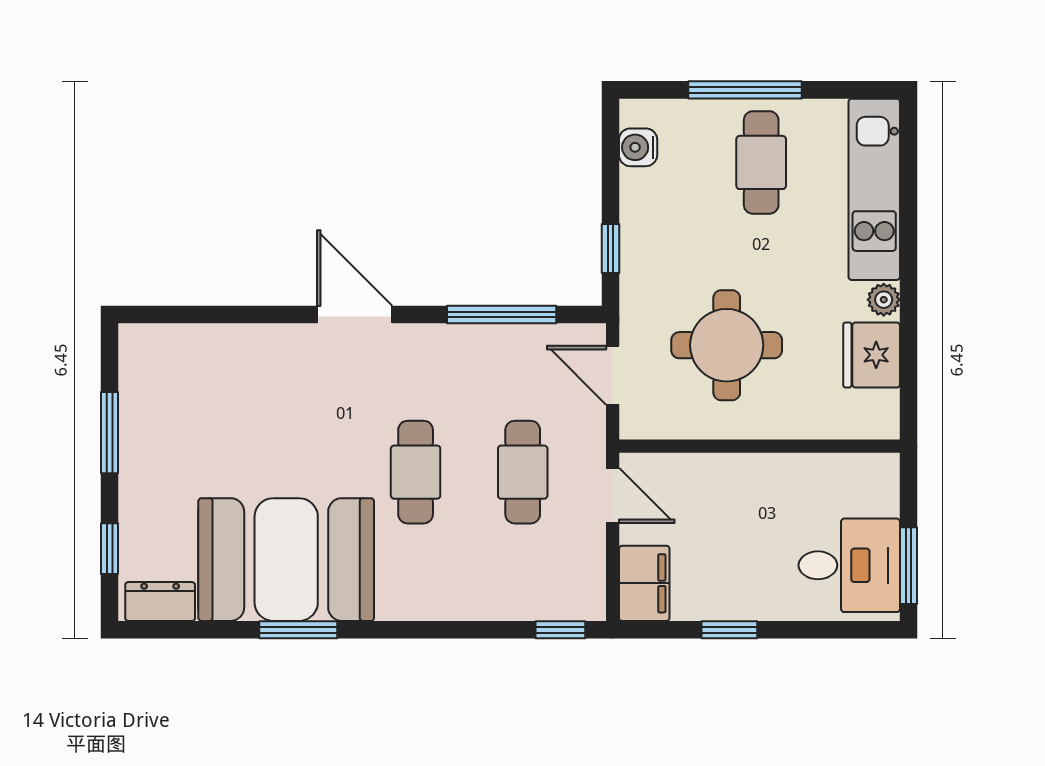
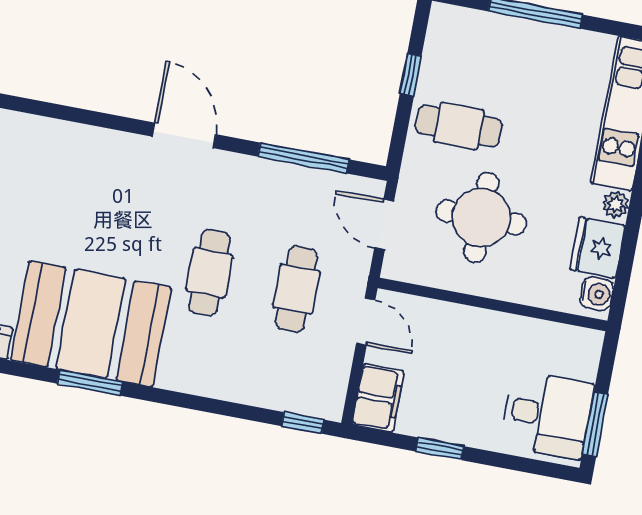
water cooler: (638, 147) -> (596, 294), moved, turned 180
cafe table: (761, 162) -> (459, 126), moved, turned 90
window: (610, 248) -> (411, 75), moved

